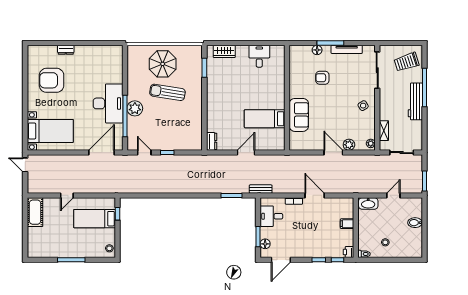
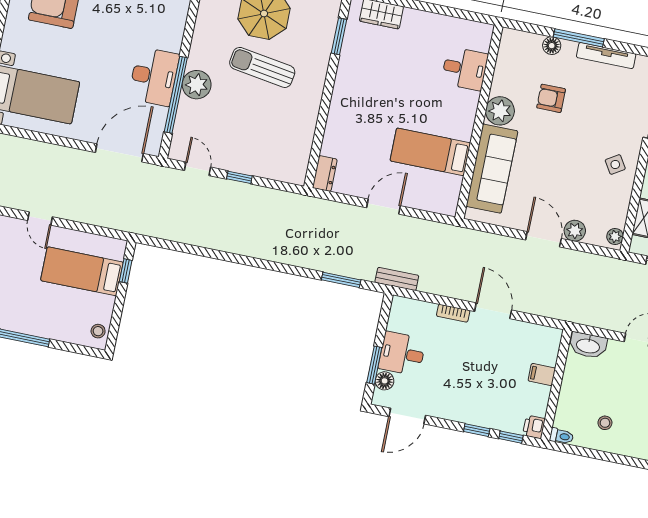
desk: (259, 56) -> (465, 69), moved, turned 90
plant: (297, 90) -> (500, 111), added
desk: (108, 103) -> (154, 77), width x0.73, depth x0.77
sofa: (299, 115) -> (492, 169), width x1.36
door: (67, 195) -> (40, 219), hinge flipped
desk: (271, 216) -> (402, 354), moved

